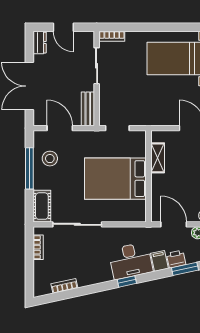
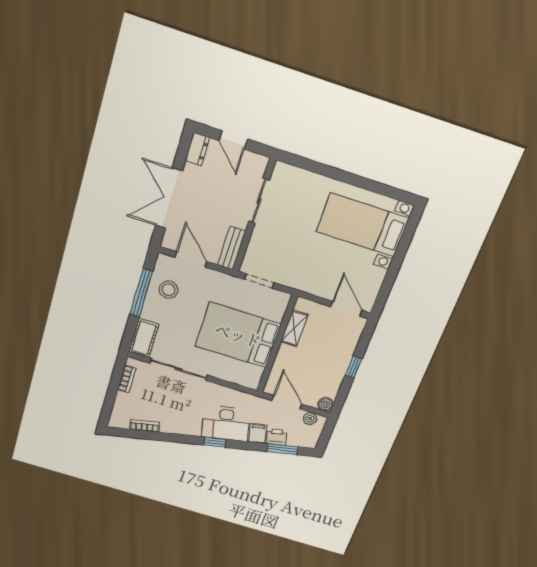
bookcase: (112, 36) -> (290, 171), removed

